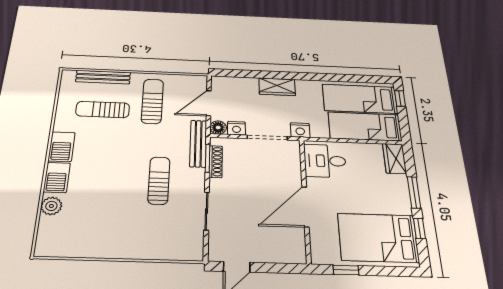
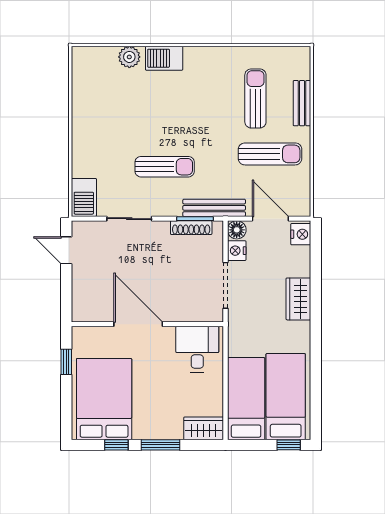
bench: (103, 77) -> (302, 103), width x0.73
nightstand: (300, 130) -> (301, 234), moved, turned 180
barbecue: (62, 147) -> (84, 197), moved, turned -90

